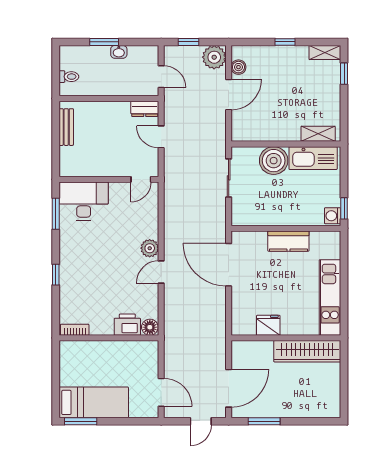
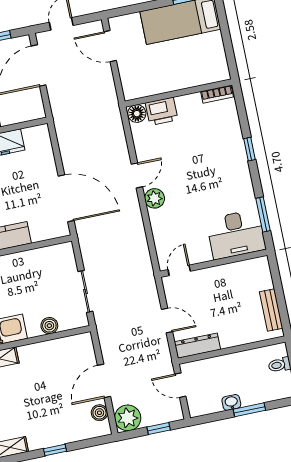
dresser: (145, 109) -> (197, 346), width x1.44
boiler: (274, 161) -> (49, 326), width x0.54, depth x0.54

